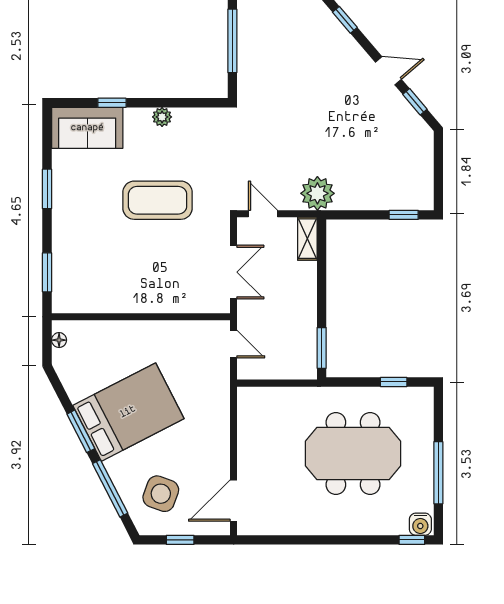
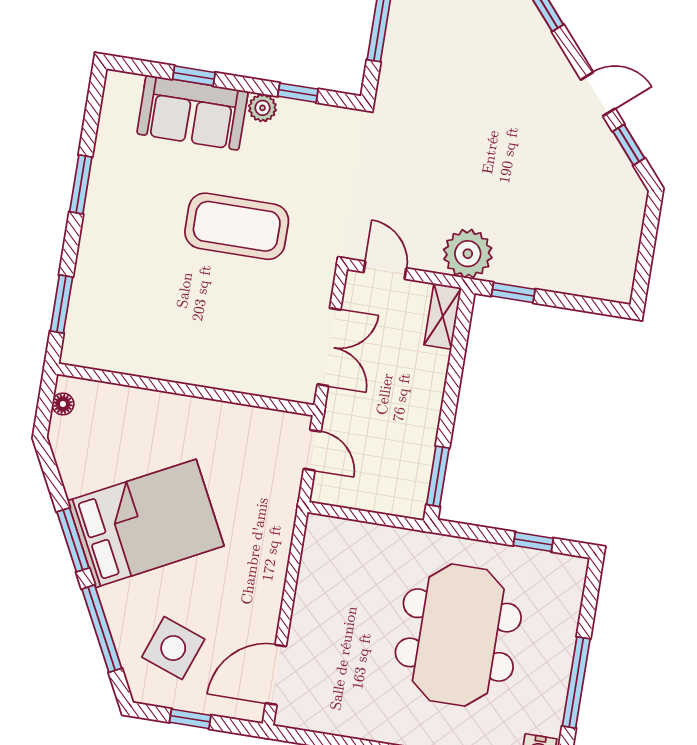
window: (184, 103) -> (298, 93), added
sofa: (87, 128) -> (192, 113), moved
window: (404, 215) -> (513, 293), moved
meeting table: (353, 453) -> (458, 635), turned 90

